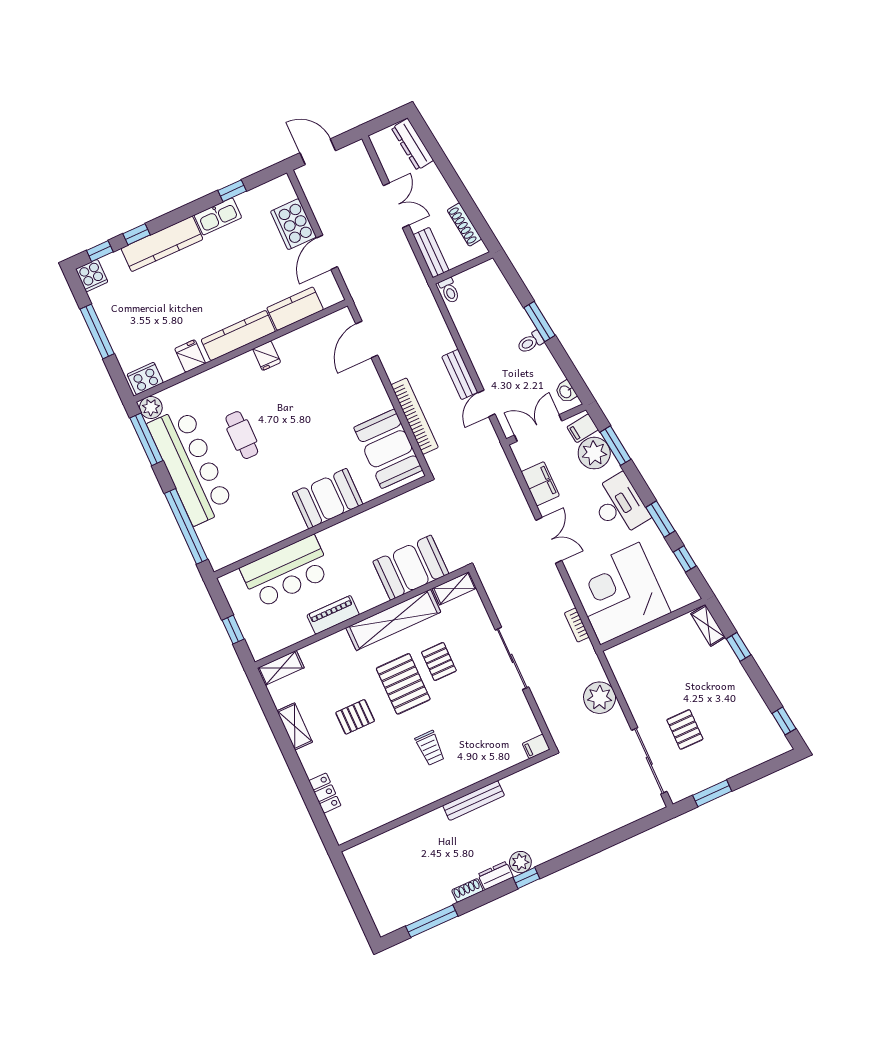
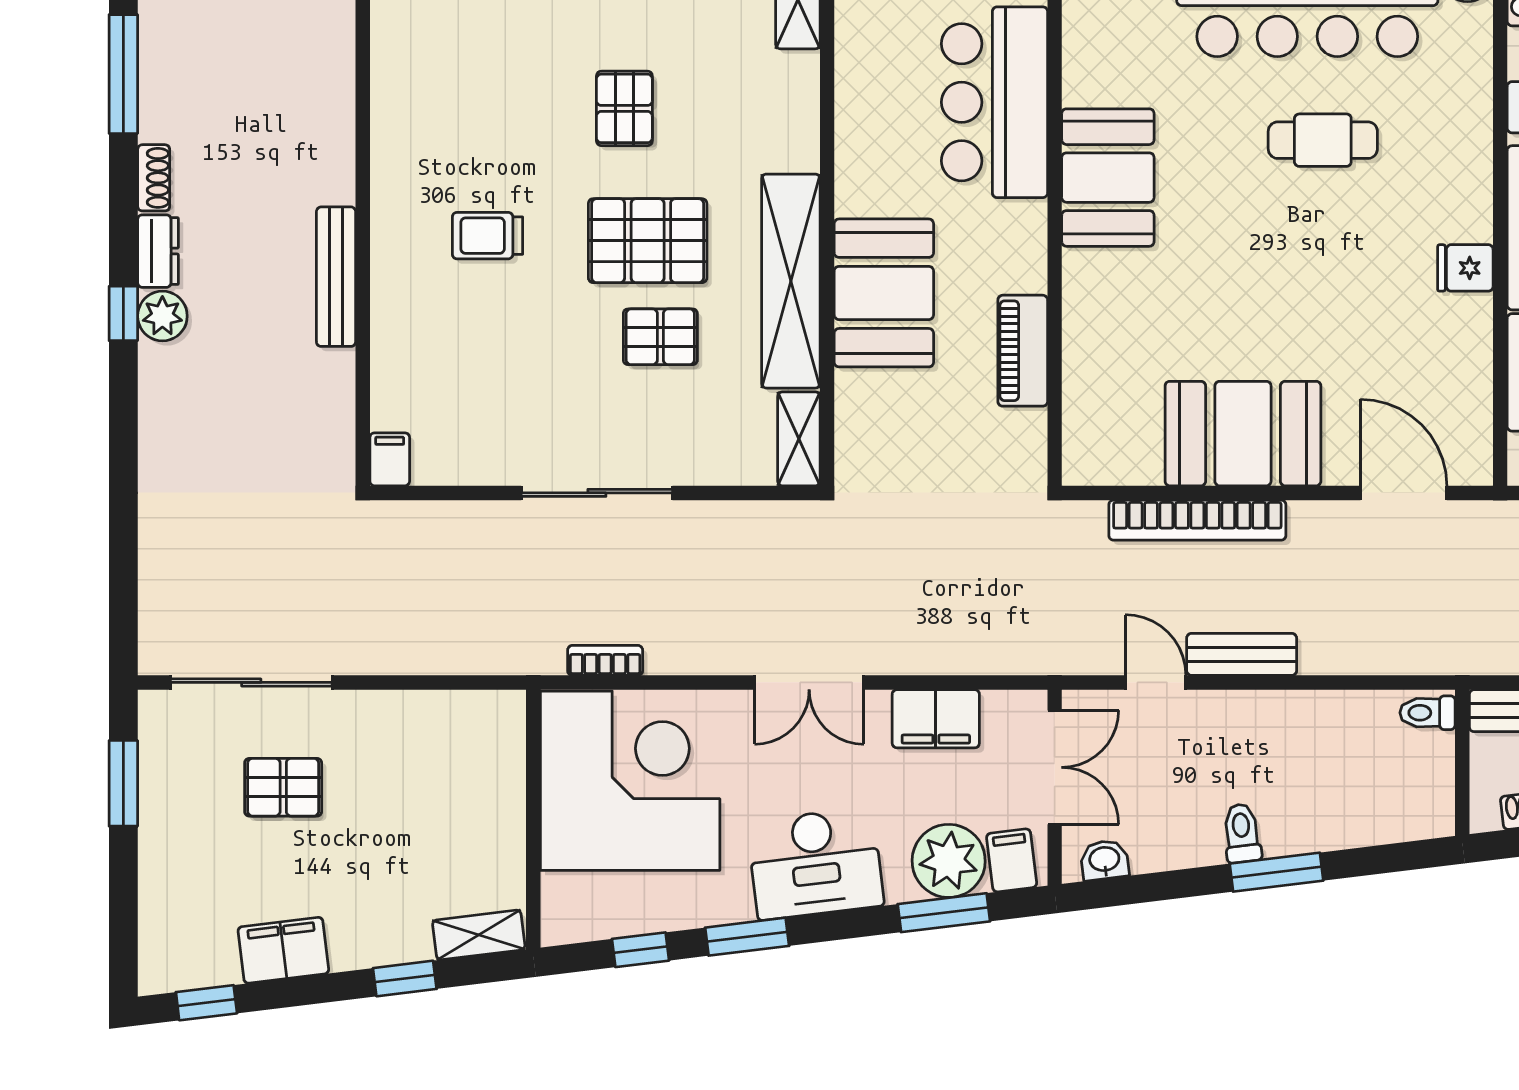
booth: (388, 449) -> (1243, 434), moved
booth: (328, 499) -> (1108, 178), moved
booth: (411, 568) -> (884, 293), moved
piano: (333, 615) -> (1023, 351), moved, turned 180
plant: (600, 698) -> (431, 639), removed
filing cabinet: (749, 700) -> (283, 950), added

